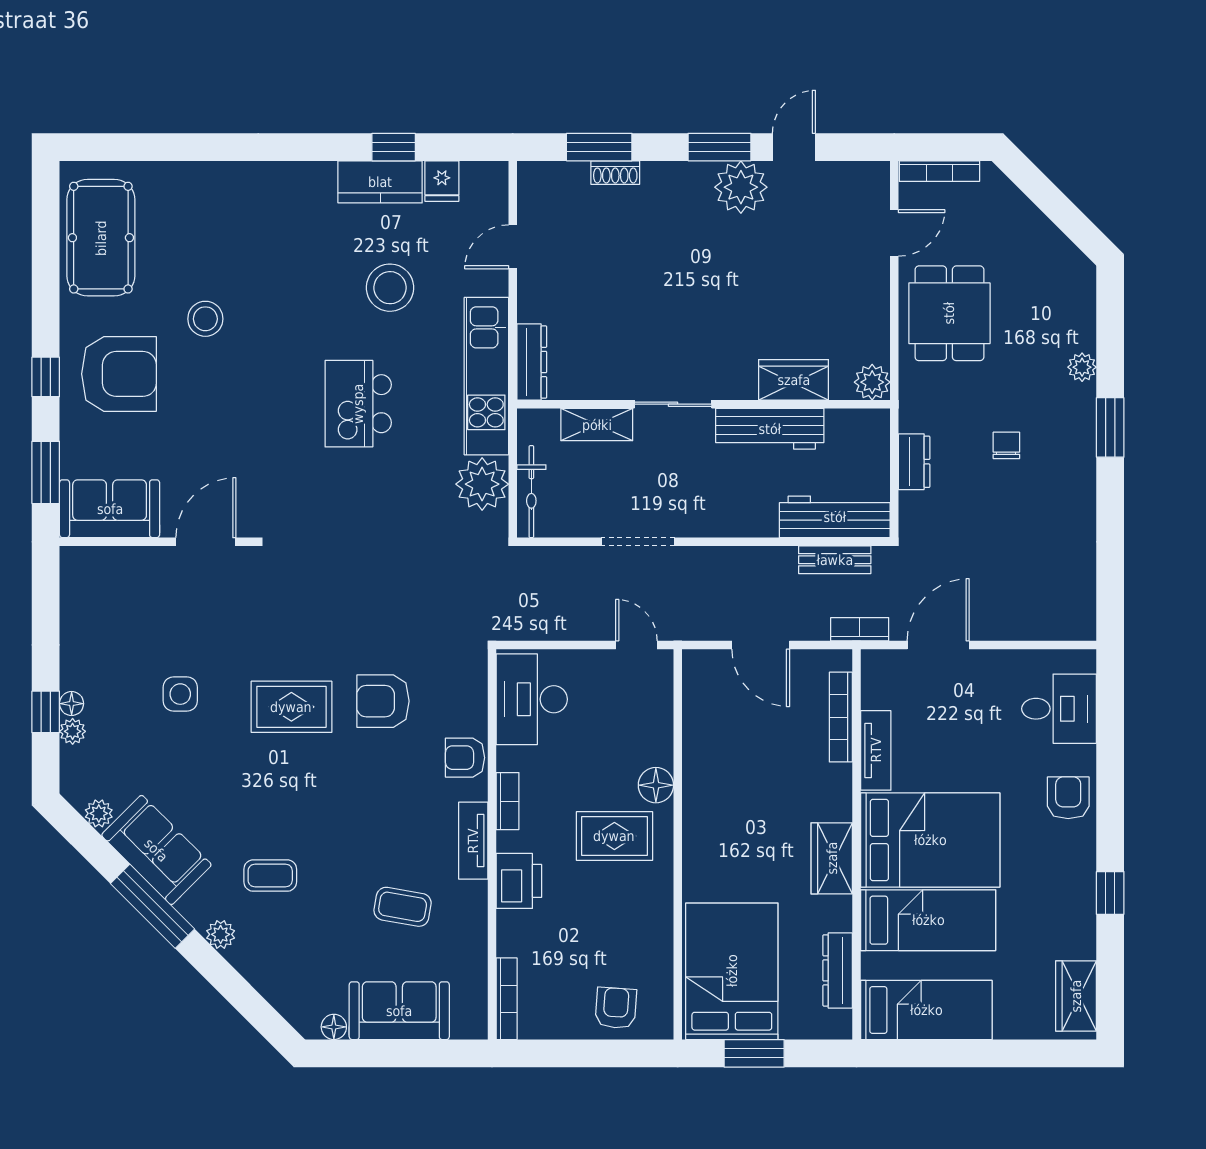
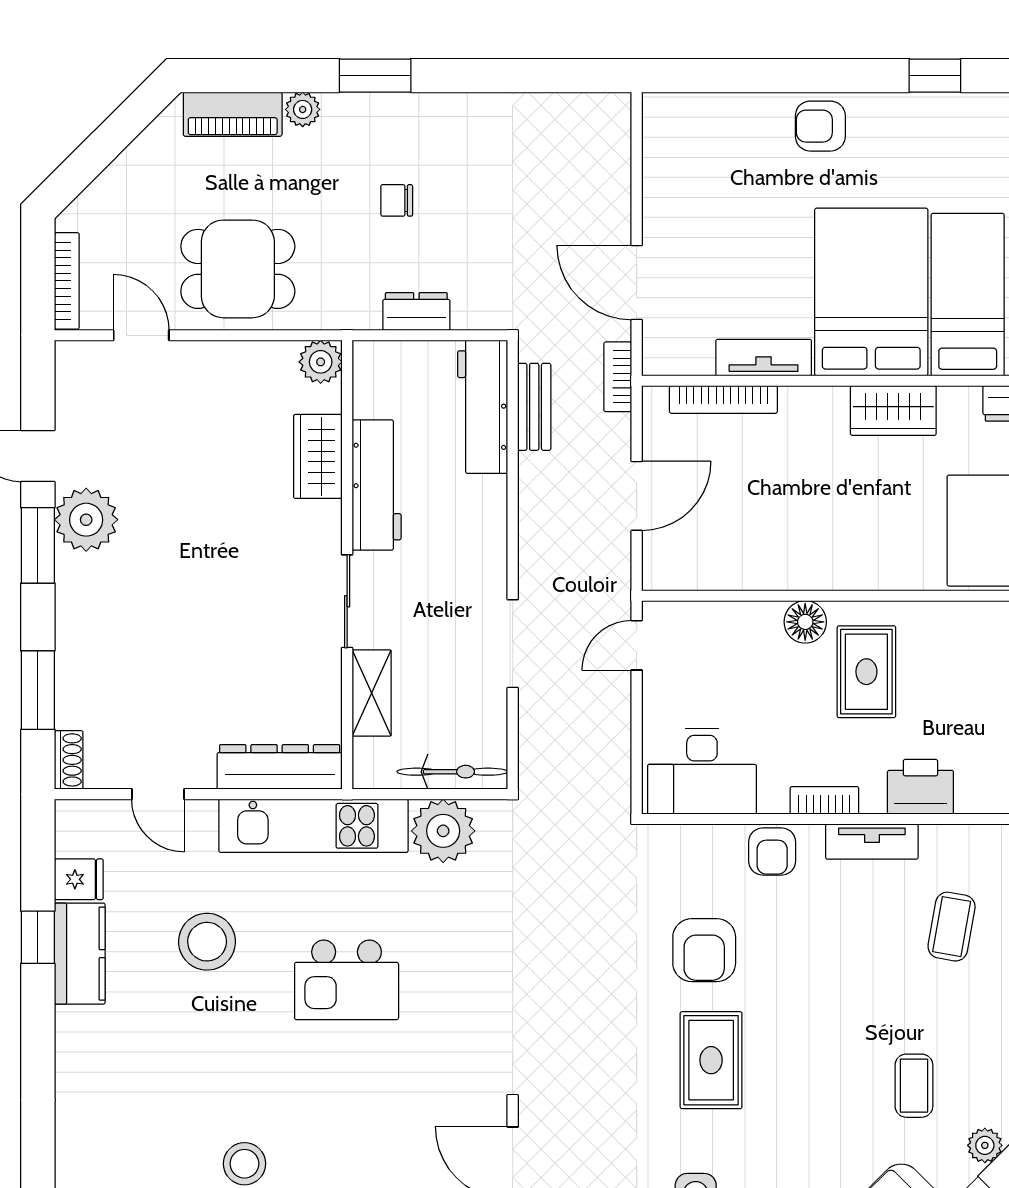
shoe rack: (615, 173) -> (69, 760), moved
piano: (1078, 309) -> (233, 114), added
dresser: (532, 362) -> (280, 767), width x1.37, depth x1.24
desk: (1059, 709) -> (713, 137), removed

